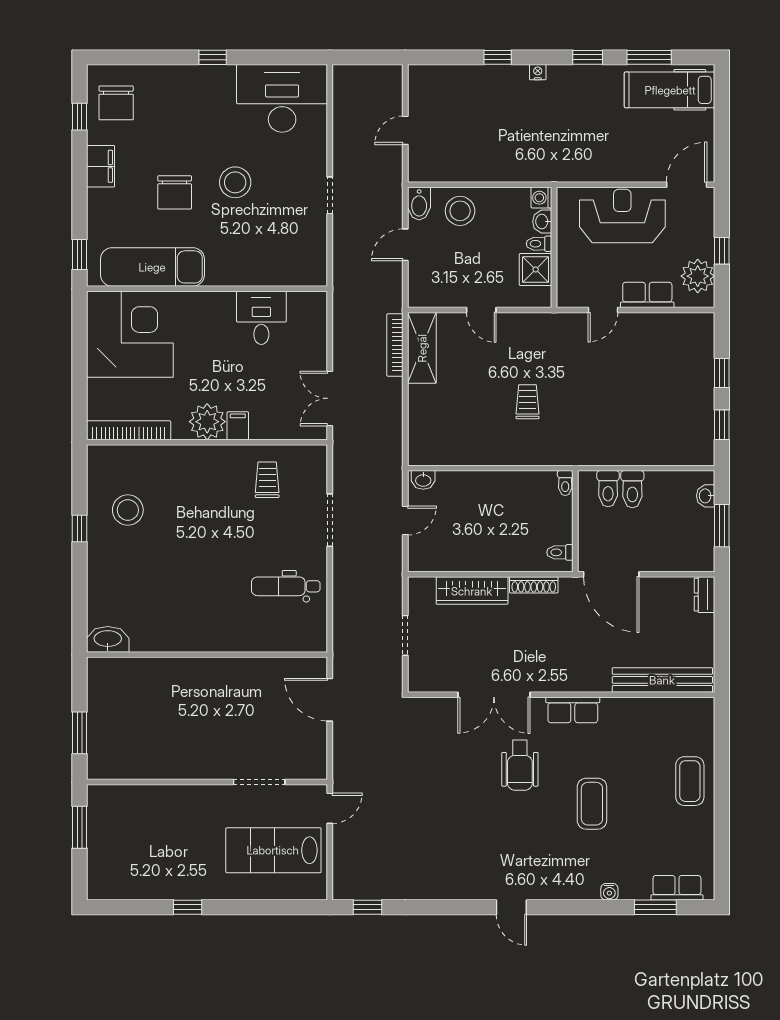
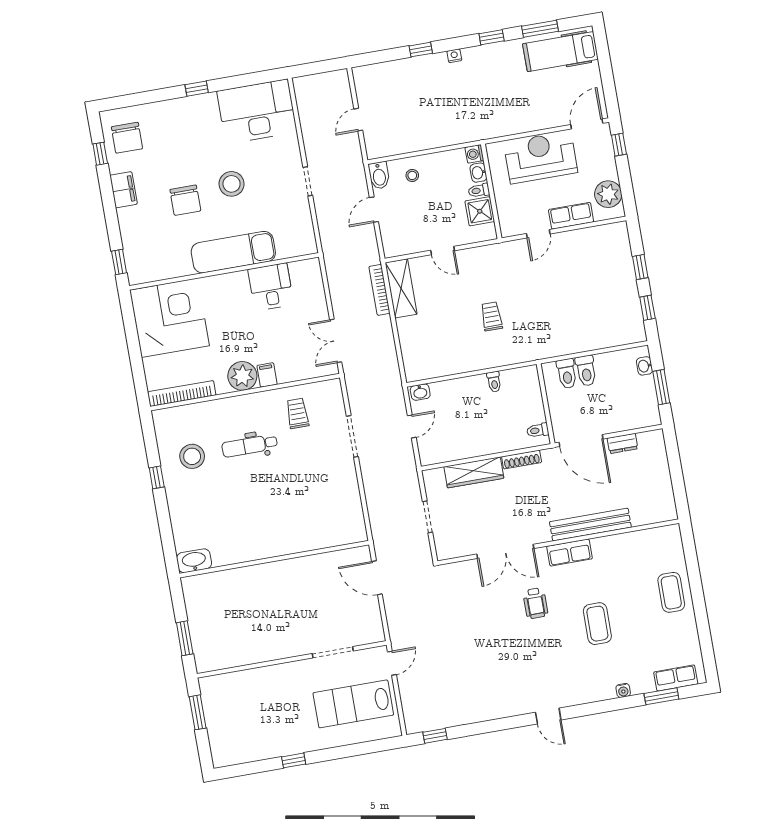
stool: (460, 211) -> (412, 175), width x0.53, depth x0.53
window: (722, 251) -> (619, 145), moved
exam couch: (152, 267) -> (233, 252), moved
toilet: (565, 483) -> (494, 382), moved
dental chair: (286, 586) -> (250, 446), moved
dresser: (705, 595) -> (622, 443), moved, turned -90
bench: (662, 680) -> (590, 525), moved
wheelchair: (520, 765) -> (535, 603), width x0.73, depth x0.73

